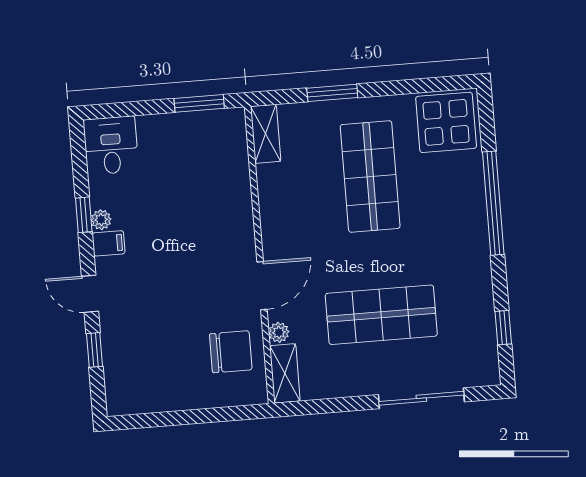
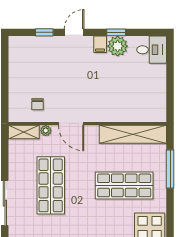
window: (332, 93) -> (170, 169), width x1.44
window: (199, 103) -> (170, 98), removed
shelving: (266, 134) -> (133, 134), width x2.20, depth x1.33
plant: (101, 220) -> (118, 46), width x1.87, depth x1.87
chair: (231, 352) -> (37, 104), width x0.54, depth x0.54

